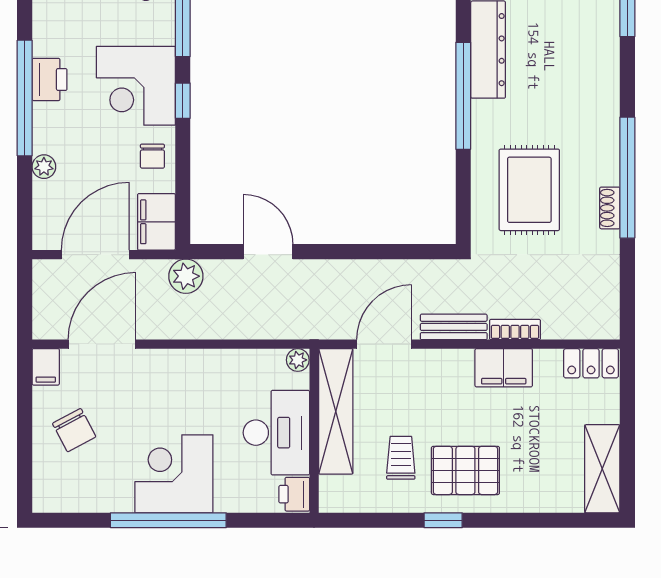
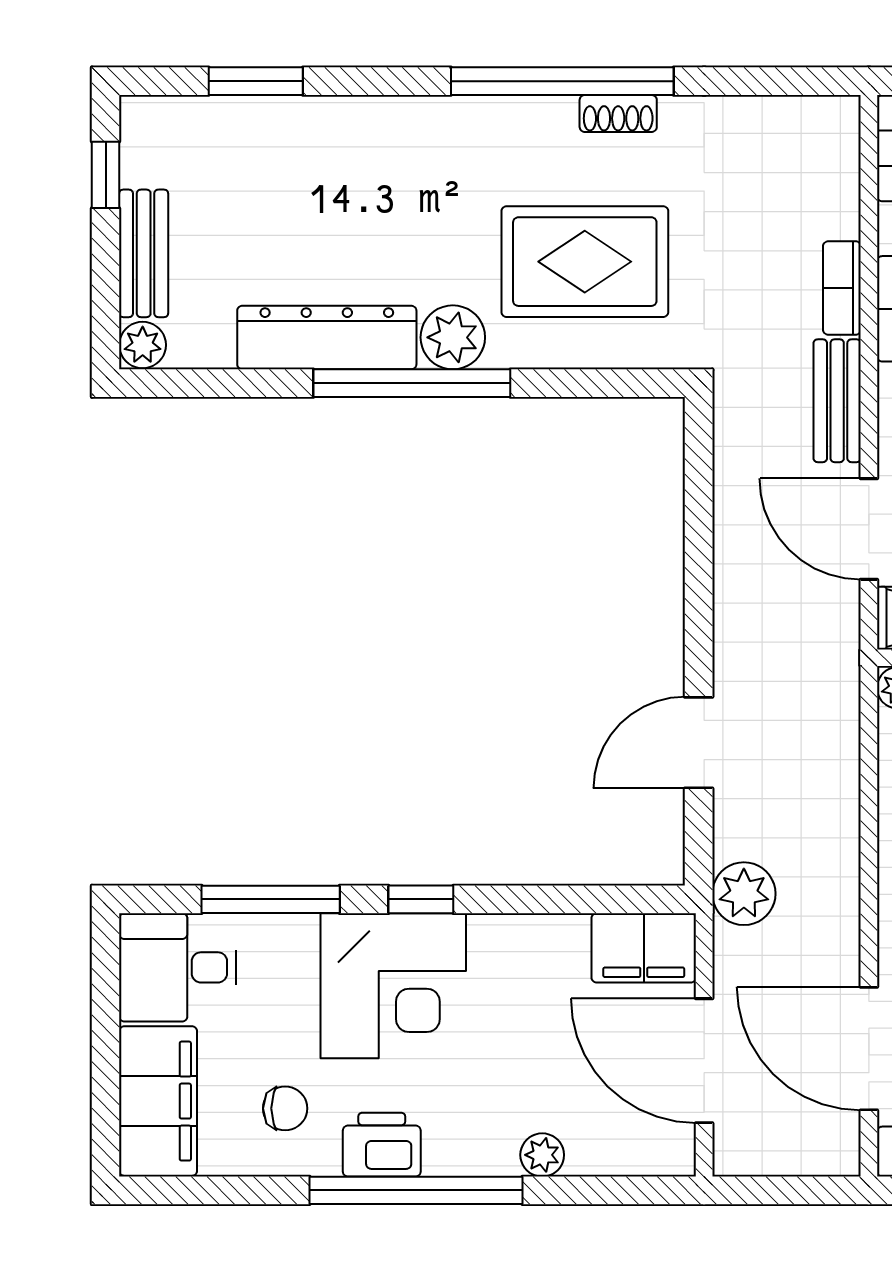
plant: (488, 118) -> (453, 337), added
chair: (152, 156) -> (285, 1108), moved

